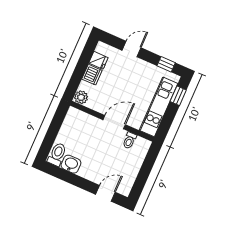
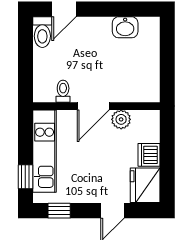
fridge: (98, 60) -> (145, 185), width x1.88, depth x1.34
plant: (81, 97) -> (121, 119), moved
toilet: (57, 154) -> (42, 32), moved

